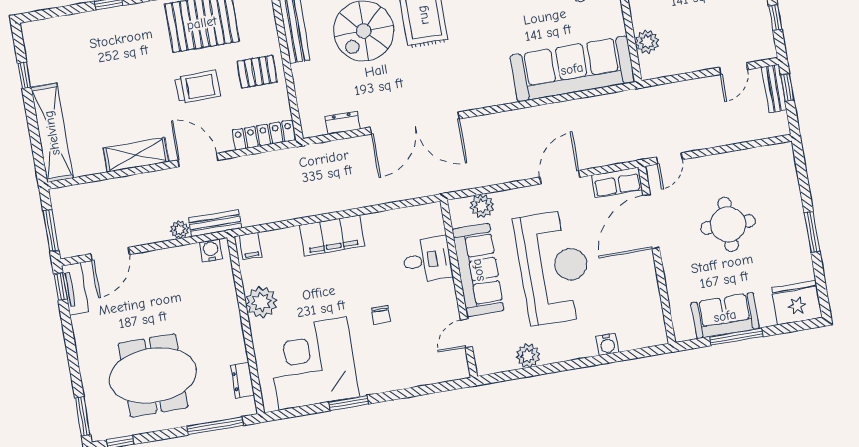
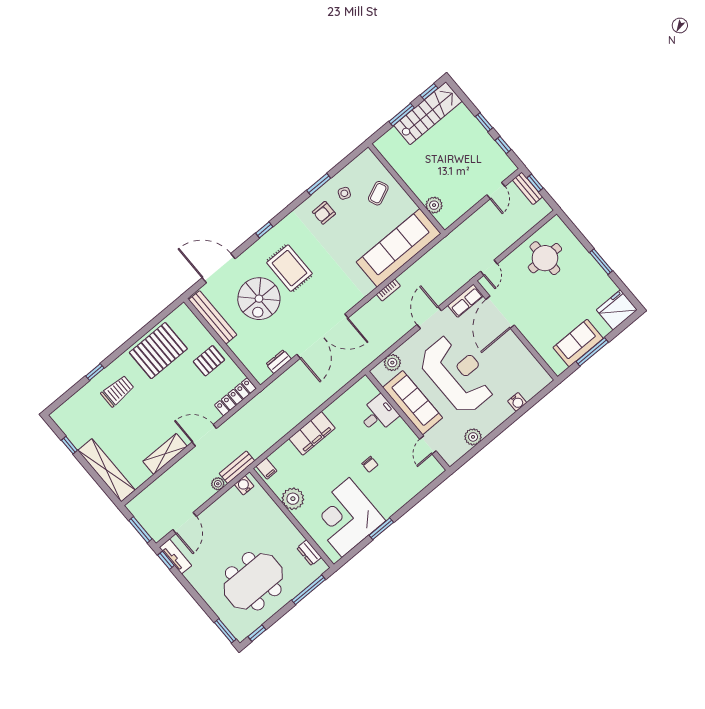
trolley: (198, 87) -> (118, 391), moved
bookcase: (529, 114) -> (388, 290), added
round table: (728, 224) -> (545, 258), moved

